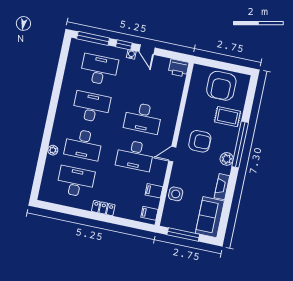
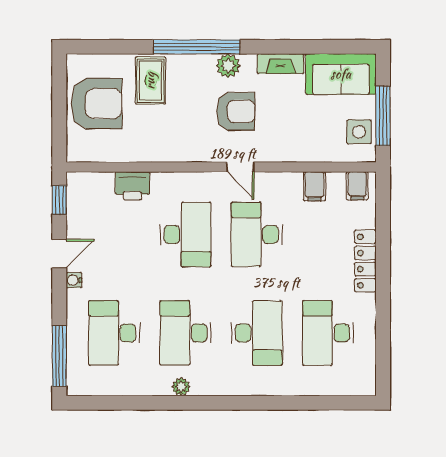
window: (124, 45) -> (59, 200), moved
printer: (178, 68) -> (132, 186), moved, turned 90
armchair: (200, 141) -> (236, 111), moved, turned 90
plant: (53, 150) -> (181, 387), moved
desk: (135, 155) -> (257, 235), turned 180
side table: (176, 194) -> (359, 132), moved
locker: (103, 208) -> (365, 261), width x1.53

